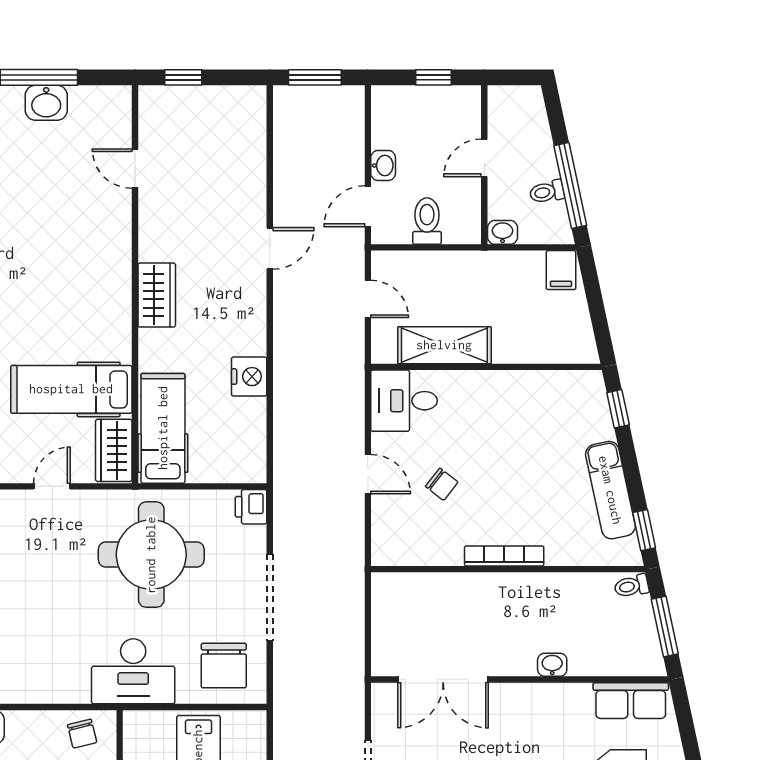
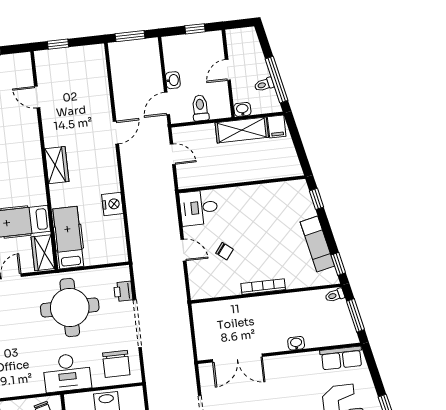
shelving: (444, 345) -> (242, 130), moved
printer: (251, 507) -> (123, 291), moved

